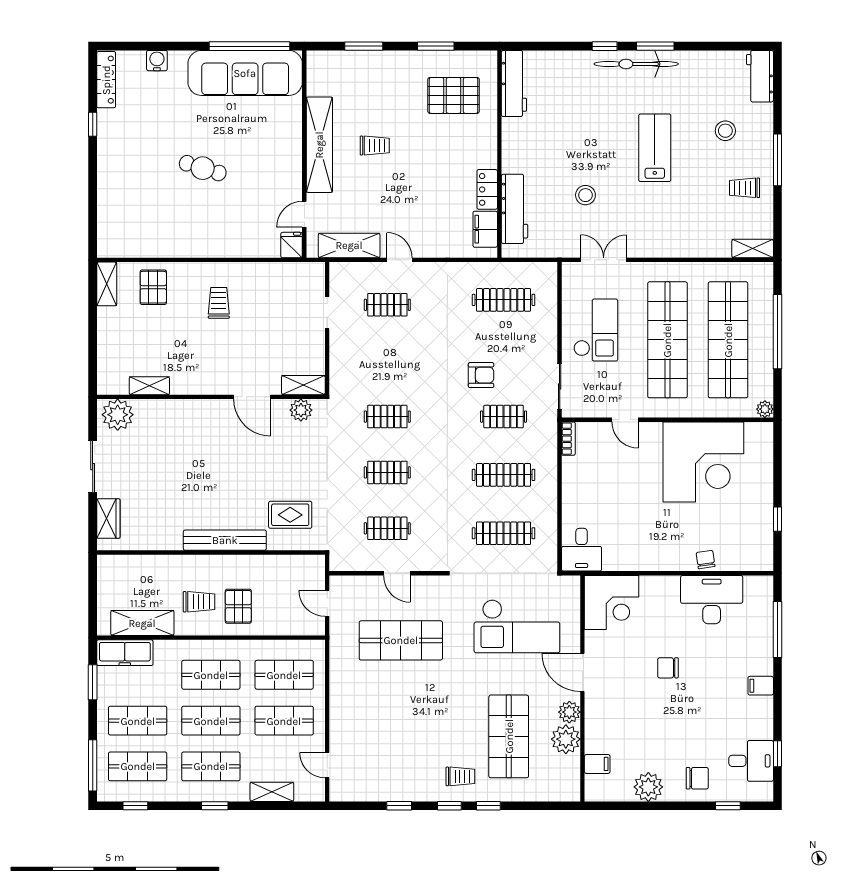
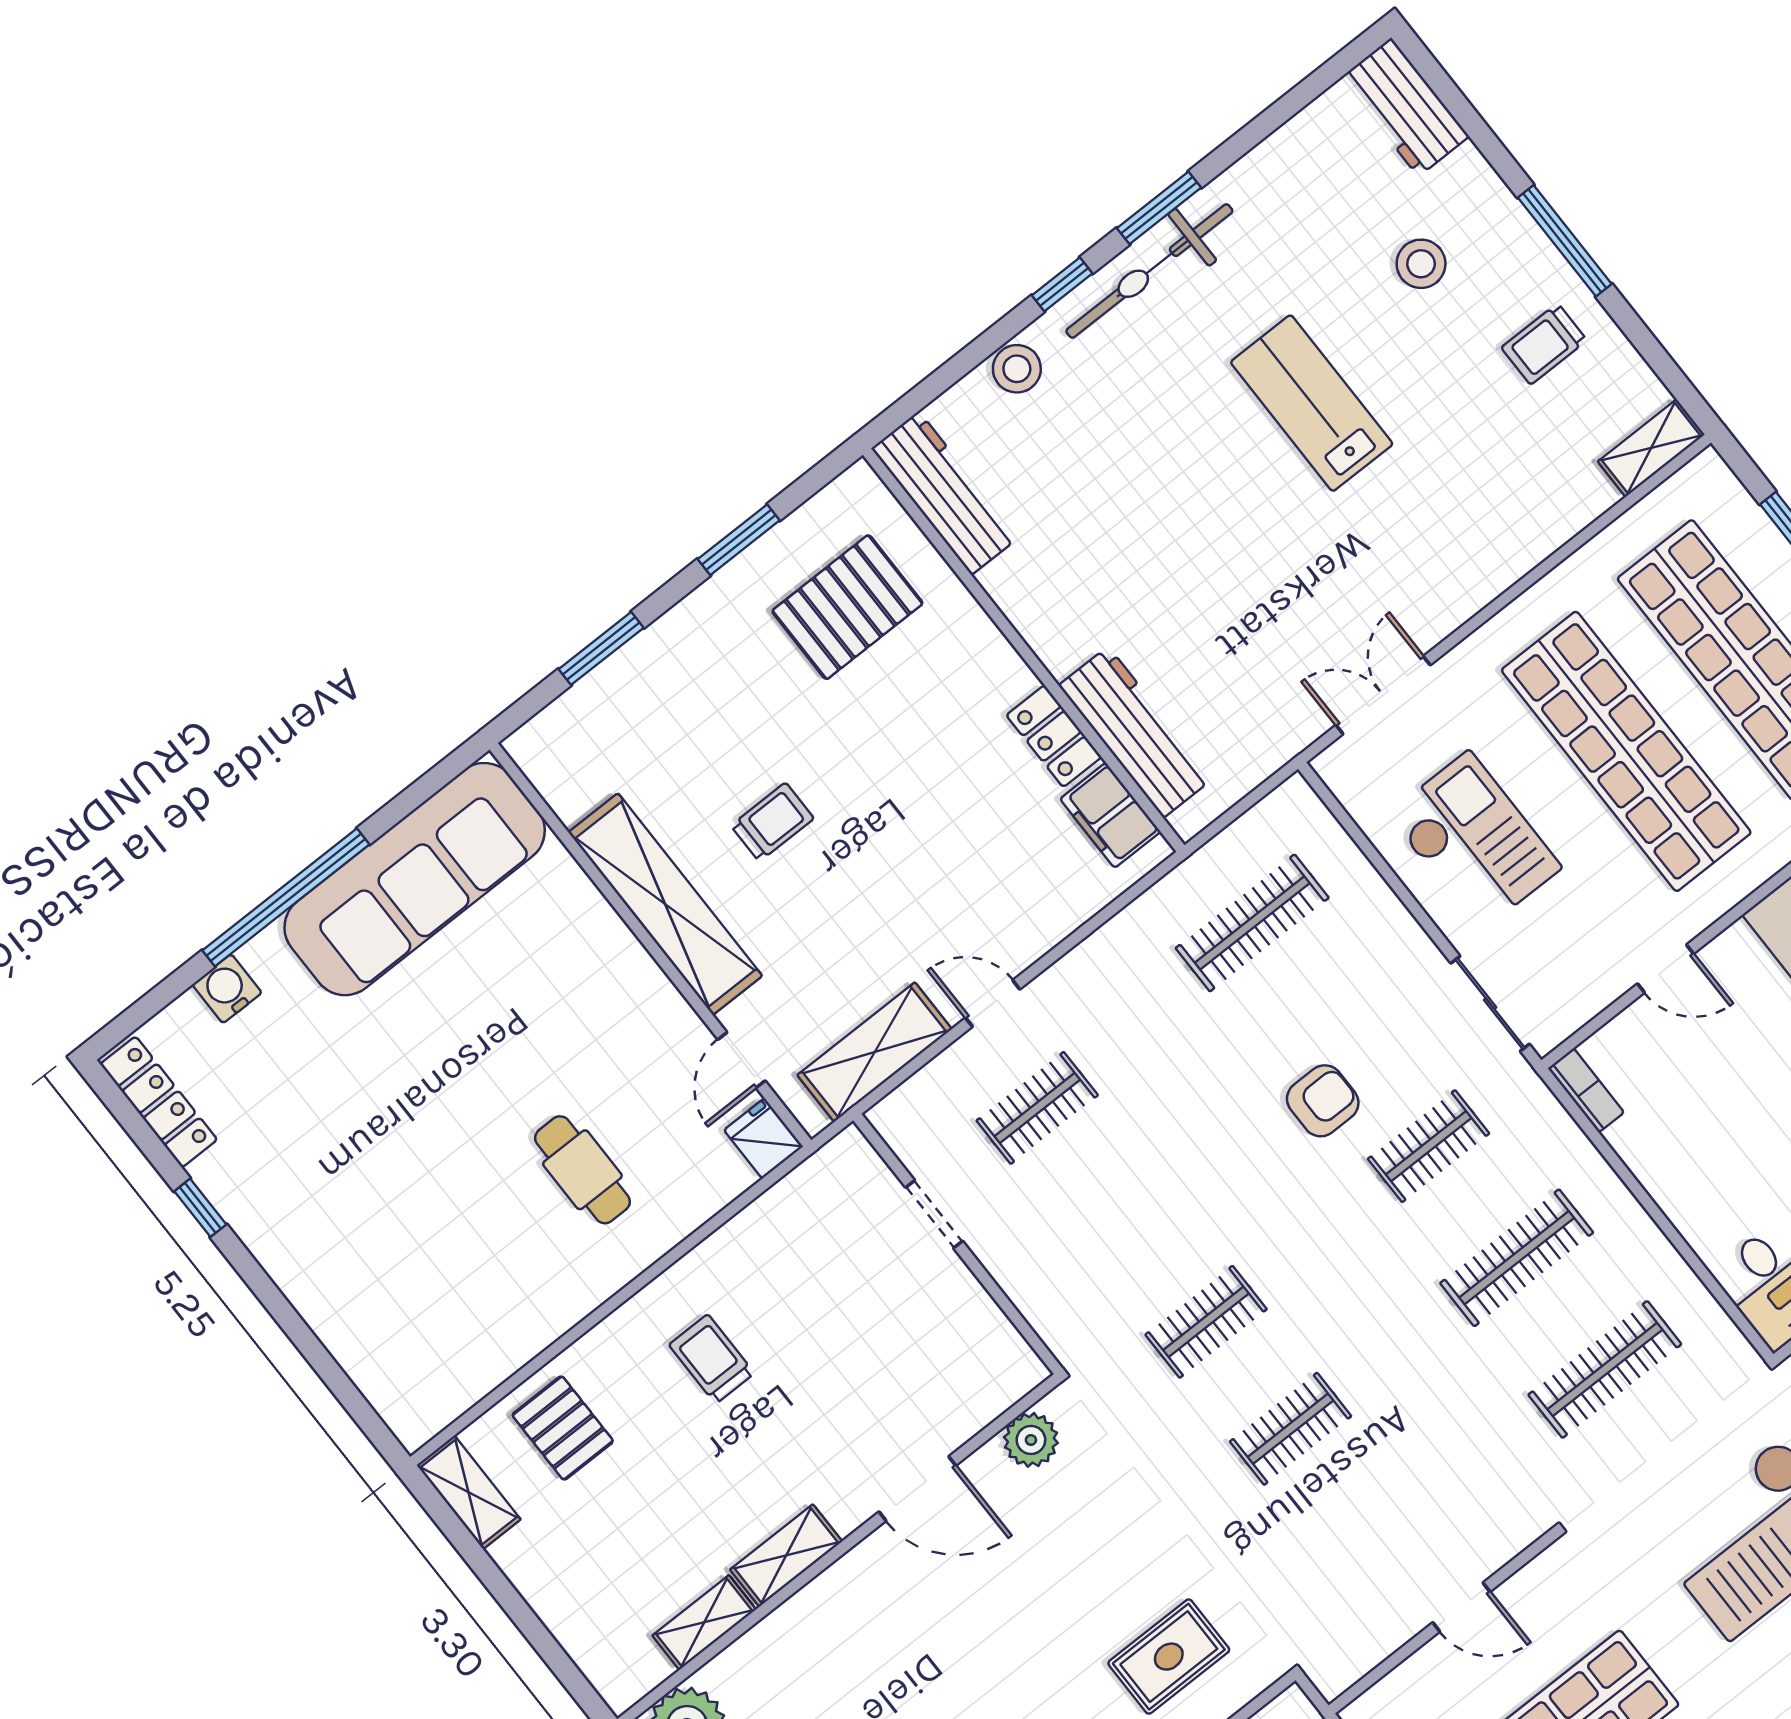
window: (250, 46) -> (286, 897), moved
cafe table: (203, 168) -> (582, 1170), moved, turned 73
stool: (585, 195) -> (1017, 369), moved
shelving: (303, 385) -> (786, 1555), moved
clothes rail: (387, 528) -> (1375, 1536), removed

